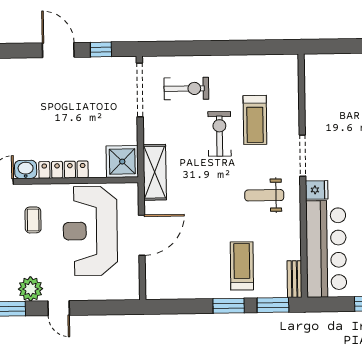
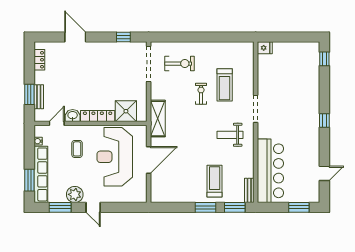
door: (58, 50) -> (75, 37), moved
exercise bike: (220, 134) -> (201, 94), width x0.73, depth x0.72
shower: (122, 162) -> (126, 111), moved
fridge: (317, 190) -> (265, 48), moved

